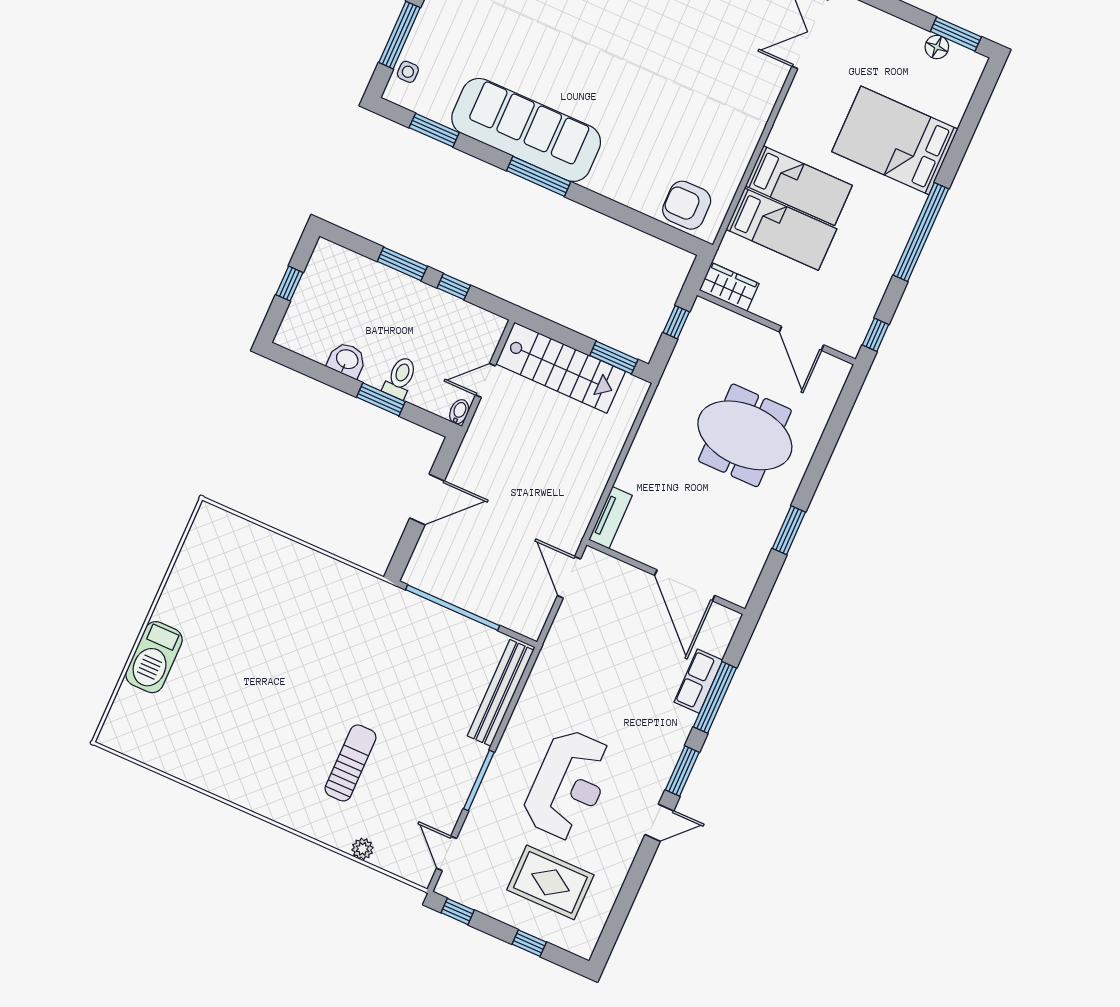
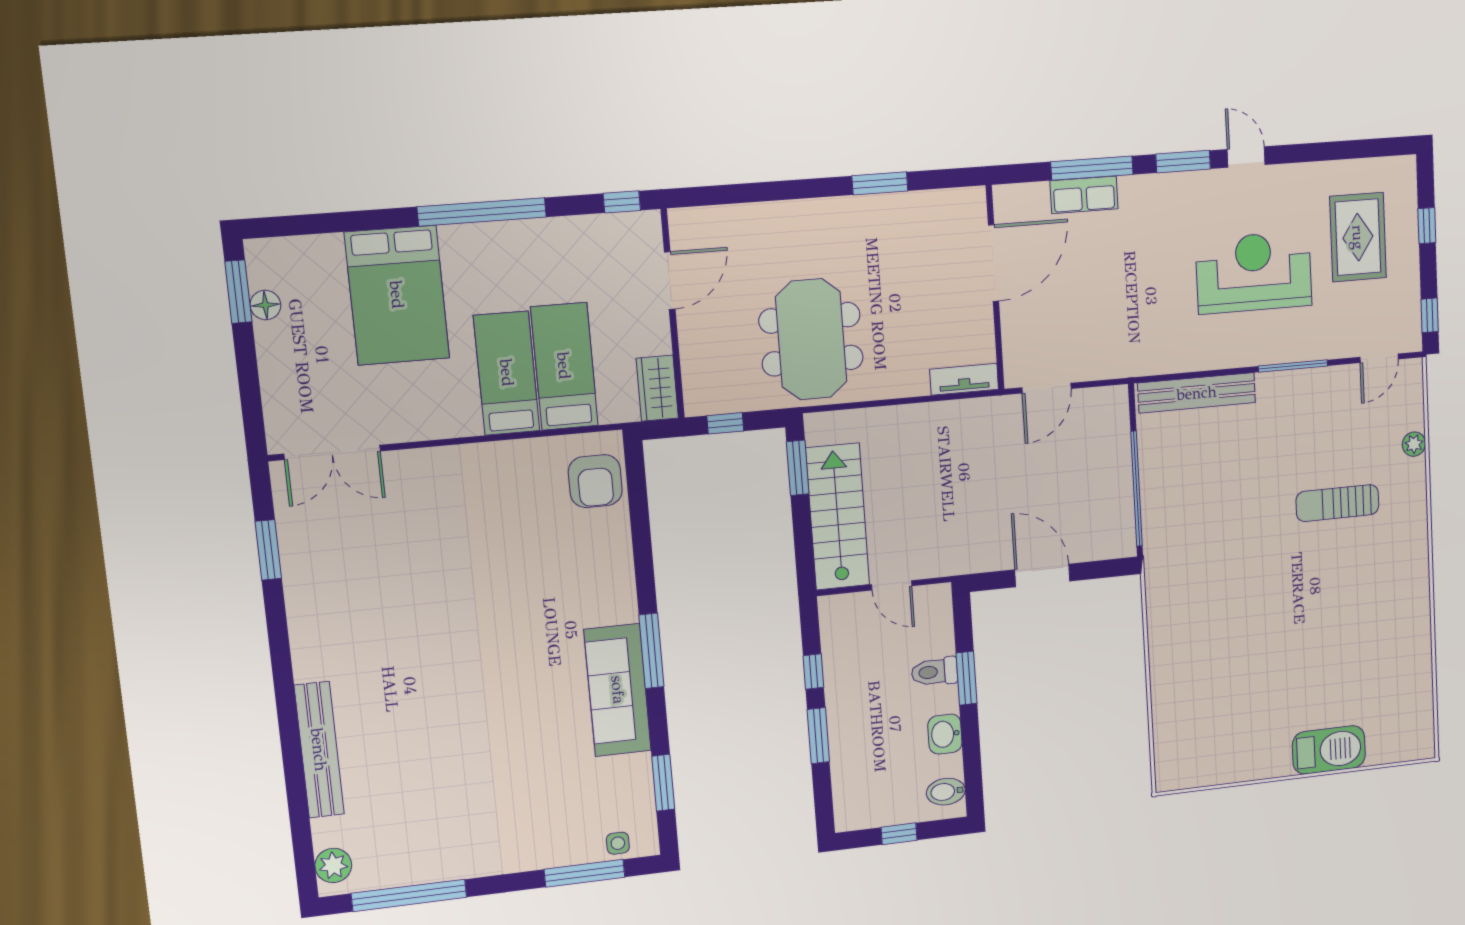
sofa: (526, 130) -> (618, 690), width x0.74, depth x0.79
bidet: (459, 412) -> (946, 792), moved, width x1.38, depth x1.36
meeting table: (745, 435) -> (811, 339), moved

